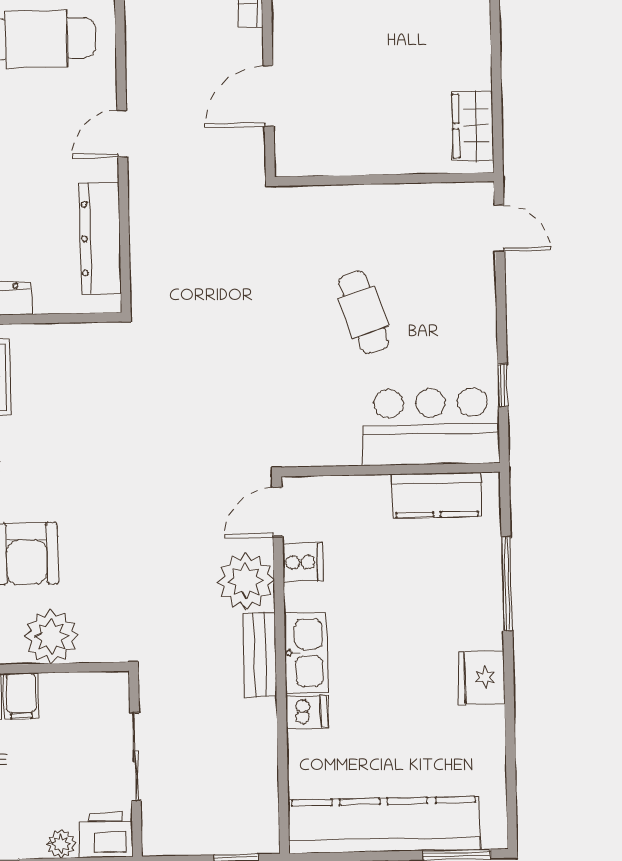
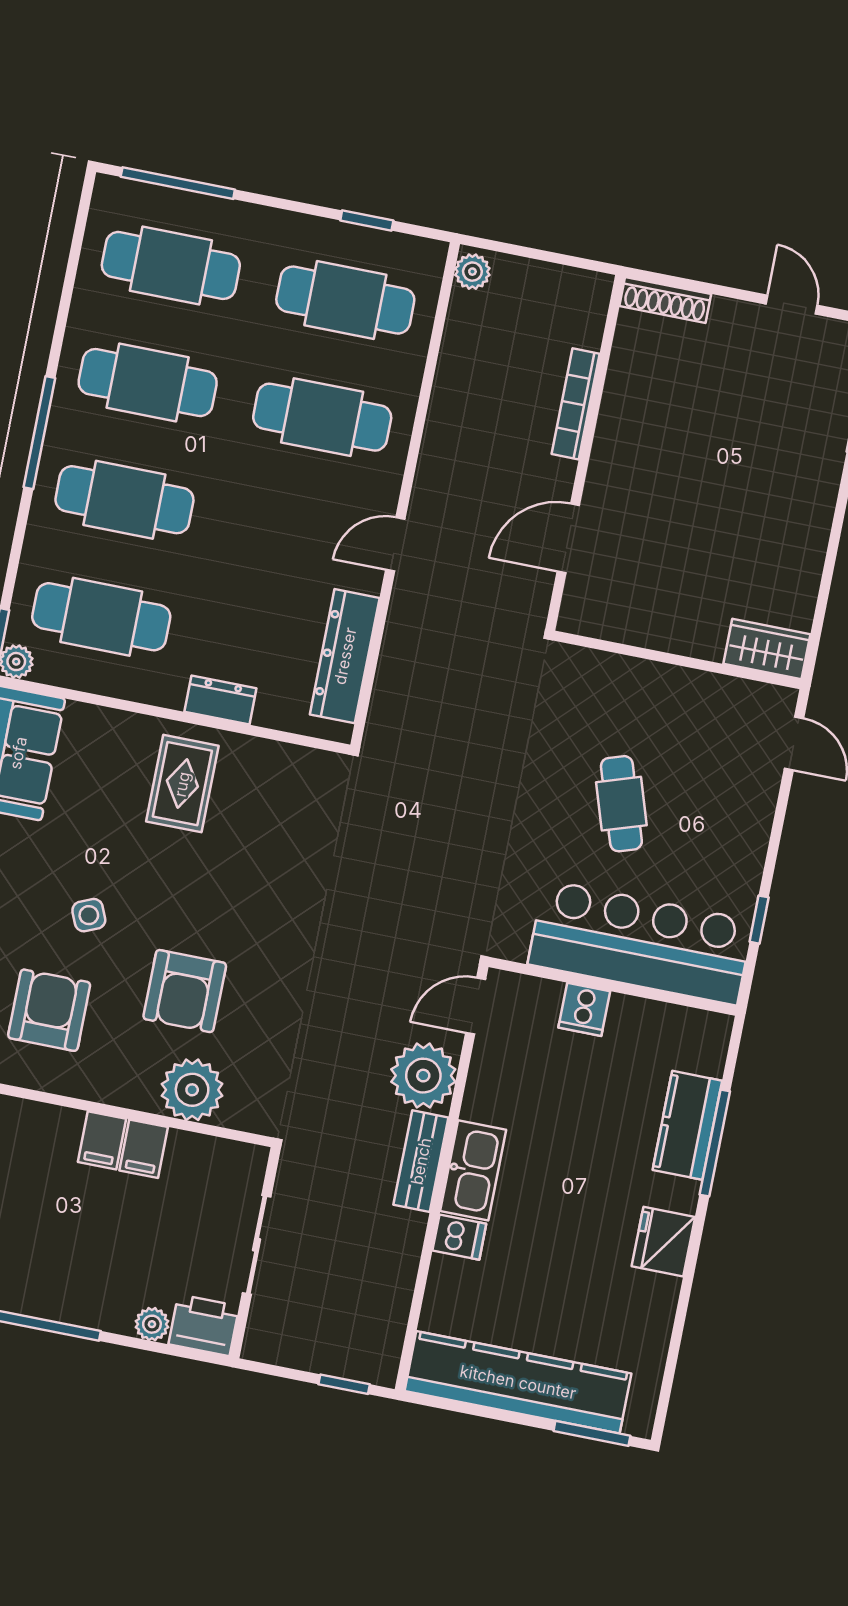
wardrobe: (473, 126) -> (767, 649), moved, turned 90
bar counter: (431, 426) -> (641, 942), width x1.36
kitchen counter: (437, 495) -> (687, 1125), moved, turned 90
cooker: (303, 562) -> (584, 1009), moved, turned 90

